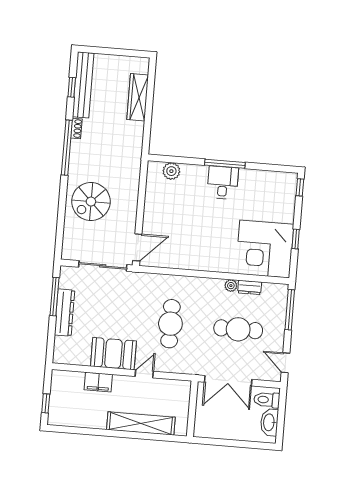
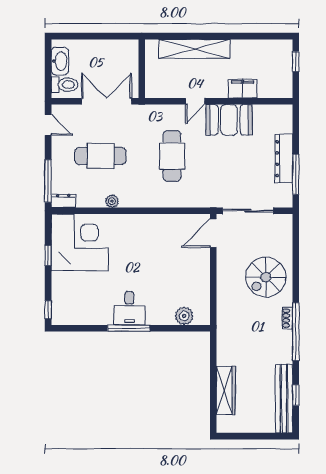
shoe rack: (76, 128) -> (287, 318), moved
spiral stairs: (91, 202) -> (266, 277), turned 180
dresser: (250, 287) -> (63, 201), moved

